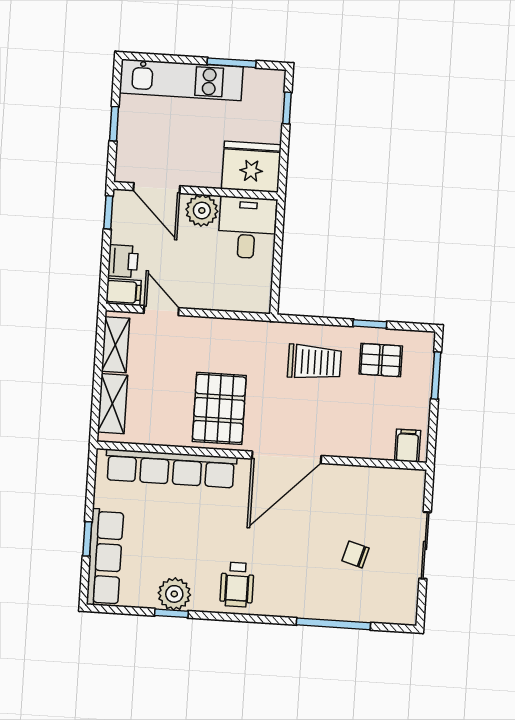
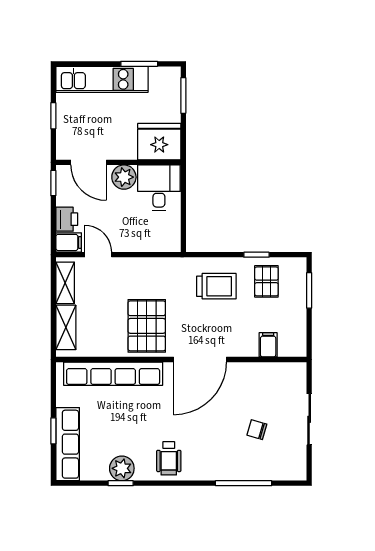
window: (287, 108) -> (183, 95), width x1.50
pallet: (381, 360) -> (266, 281), turned 90
filing cabinet: (408, 446) -> (268, 345), moved

